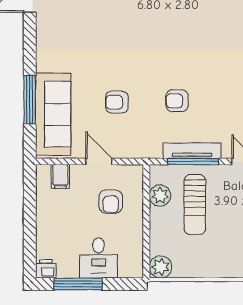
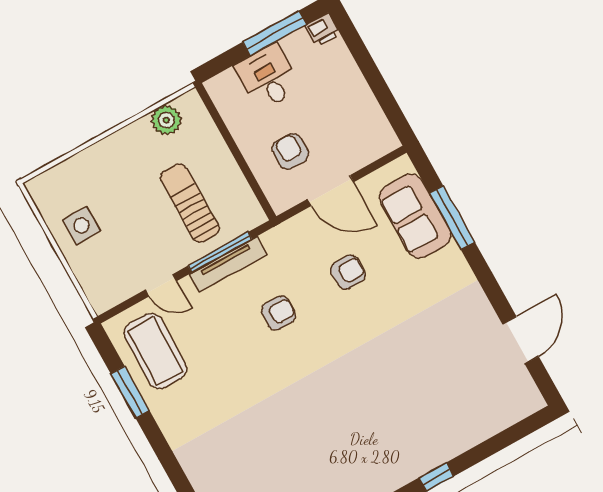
sofa: (53, 114) -> (415, 216), width x0.73
door: (99, 161) -> (330, 191), width x1.38
filing cabinet: (60, 176) -> (366, 148), removed
plant: (160, 196) -> (236, 191), removed
plant: (160, 267) -> (166, 120), moved

